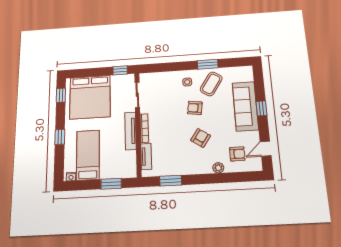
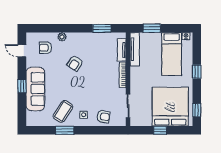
window: (120, 70) -> (160, 130), moved
armchair: (195, 108) -> (103, 117), moved
tv unit: (130, 131) -> (135, 49), moved
door: (266, 149) -> (22, 51), swing flipped

